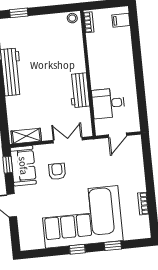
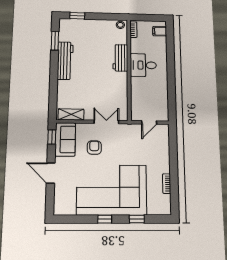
workbench: (79, 90) -> (120, 58), moved
desk: (108, 103) -> (143, 65), moved

